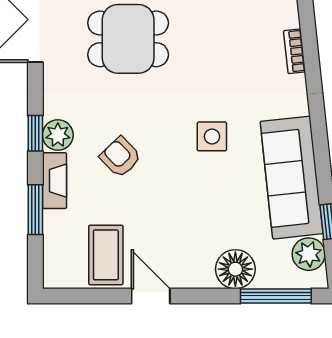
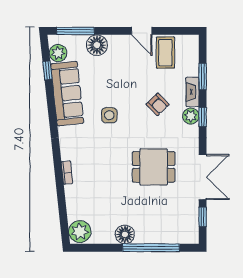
bookcase: (295, 51) -> (67, 173), moved

